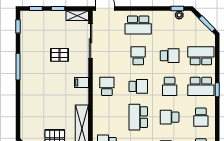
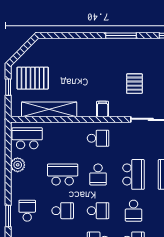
school desk: (138, 56) -> (134, 174), width x1.85
school desk: (170, 86) -> (98, 211), turned 180
school desk: (170, 117) -> (63, 211), turned 90

